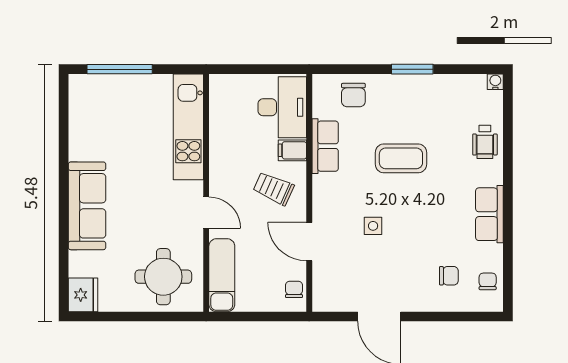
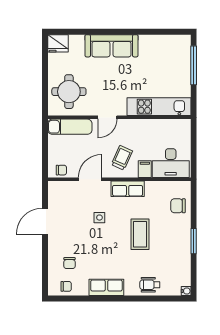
row of seats: (325, 146) -> (128, 189), moved

